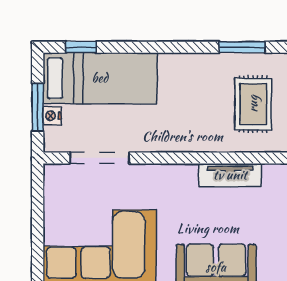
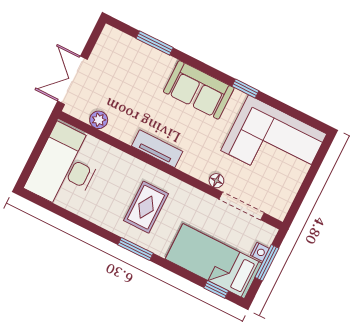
window: (242, 47) -> (136, 249), moved
rug: (253, 104) -> (146, 207), moved
floor lamp: (143, 173) -> (216, 181), added

